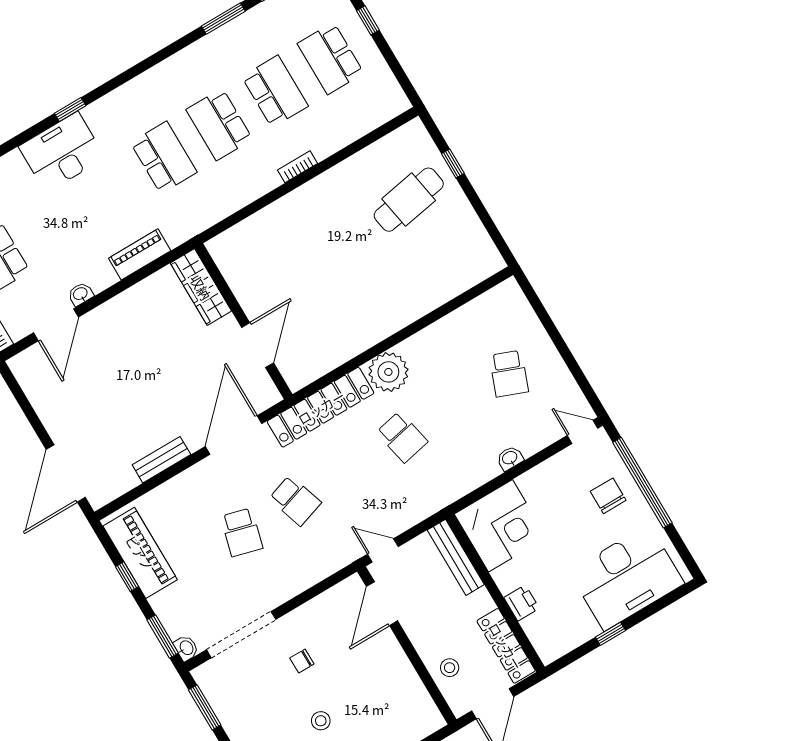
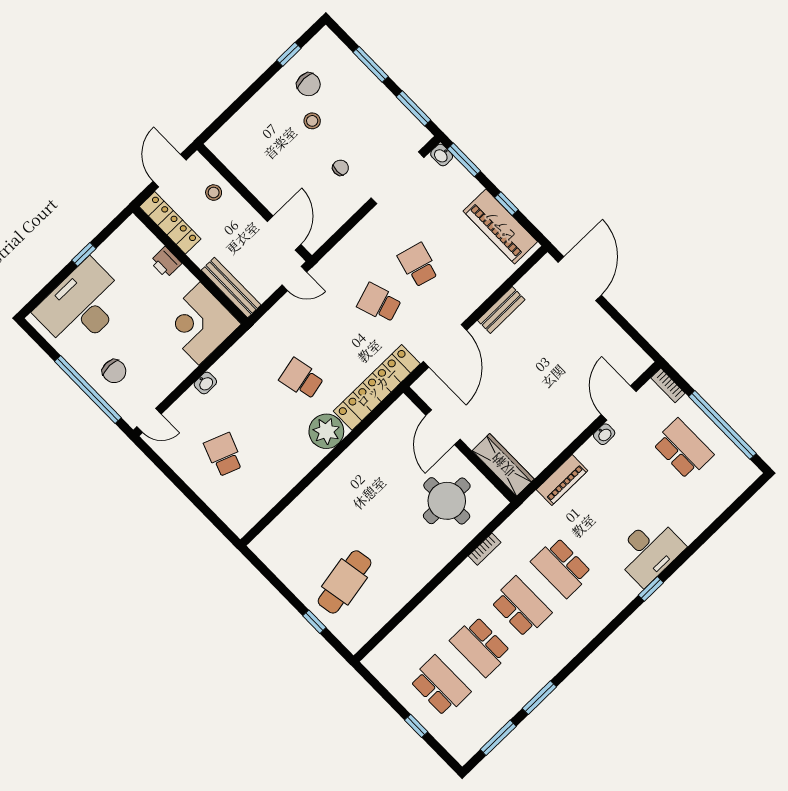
bookcase: (298, 167) -> (485, 549), moved
round table: (273, 262) -> (447, 501), added

